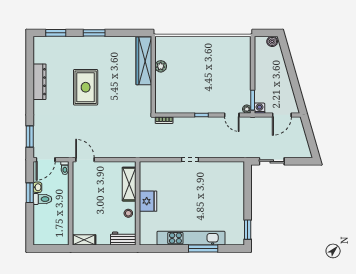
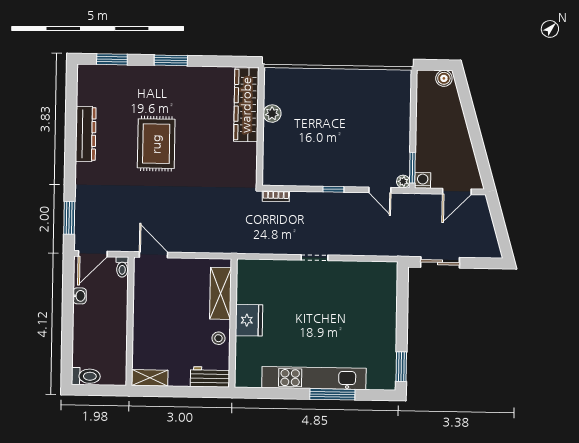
window: (30, 193) -> (68, 304), removed
toilet: (42, 199) -> (86, 376), moved

